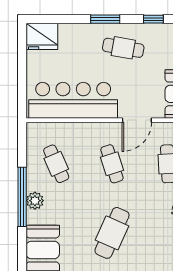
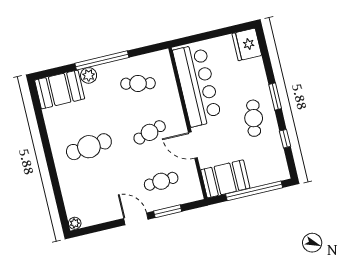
cafe table: (56, 164) -> (138, 83), turned 36
plant: (35, 201) -> (89, 75), moved
cafe table: (112, 233) -> (89, 147), turned -30

